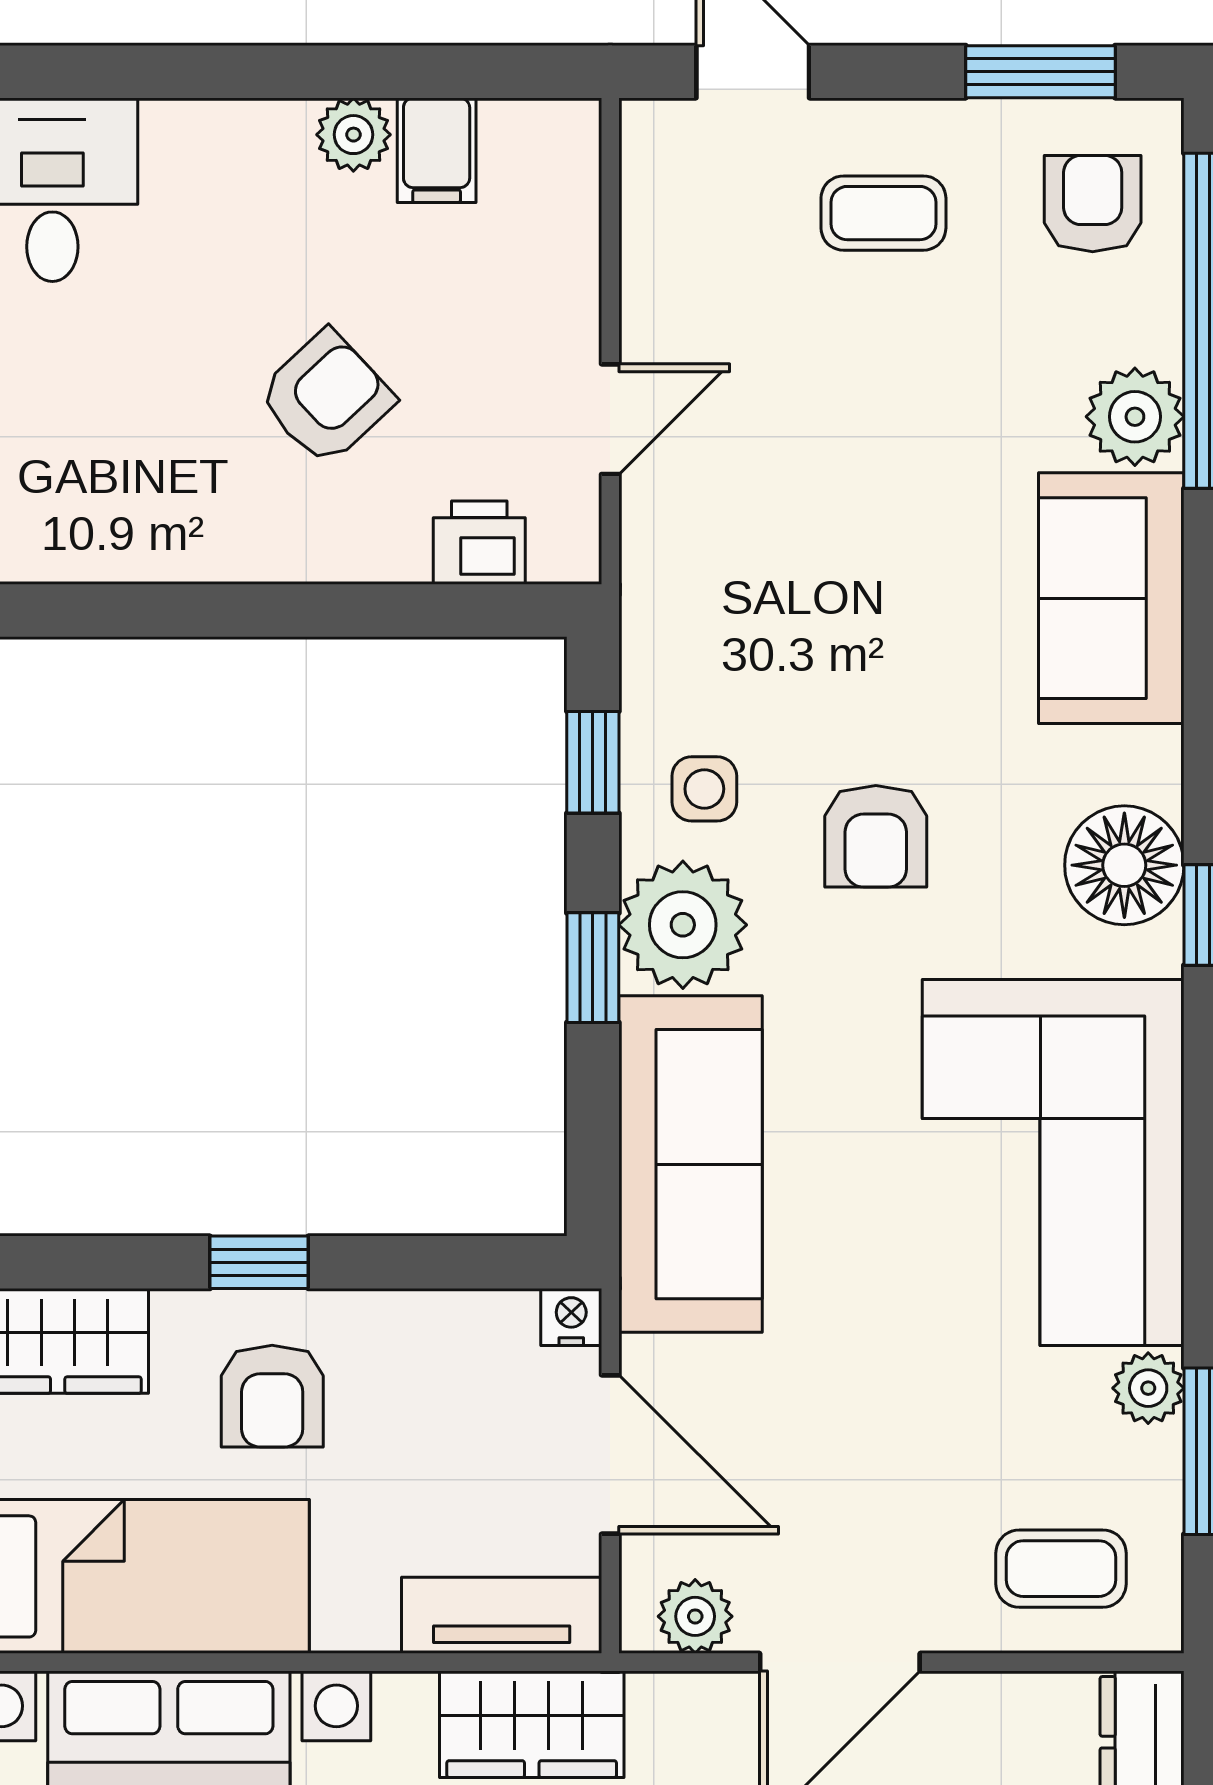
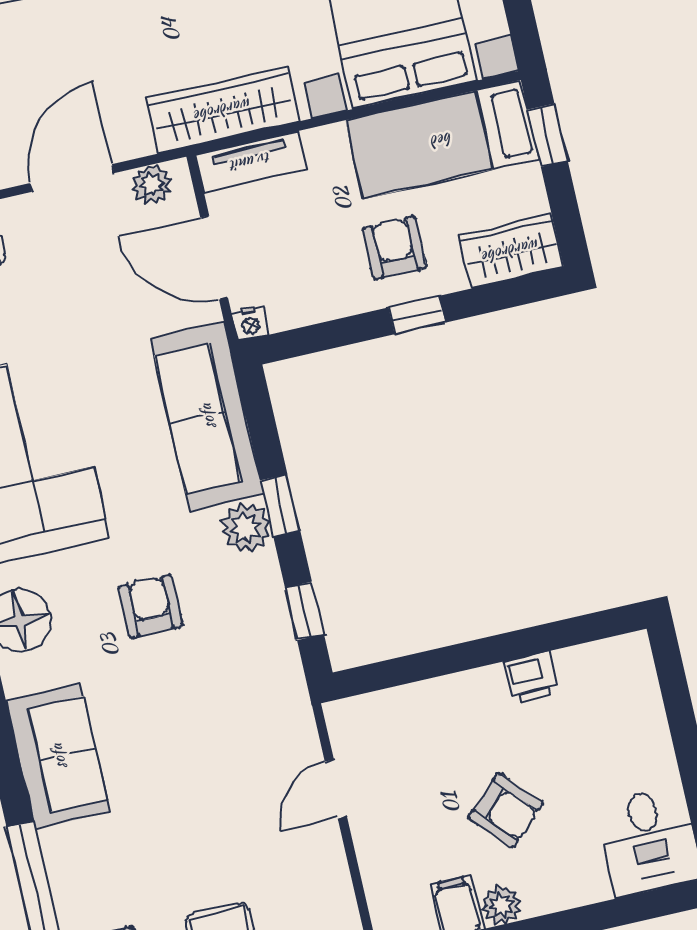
armchair: (326, 398) -> (505, 810), moved, turned -90
plant: (1135, 417) -> (67, 852), removed
printer: (479, 543) -> (531, 678), moved
side table: (704, 789) -> (244, 610), removed
plant: (683, 925) -> (246, 527), width x0.73, depth x0.73
wardrobe: (532, 1724) -> (223, 110), width x1.50

